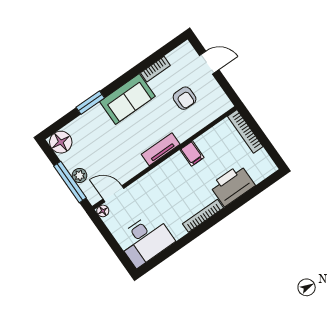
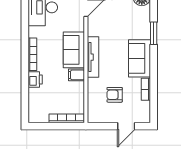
tv unit: (161, 149) -> (93, 57), width x1.41
sofa: (167, 175) -> (74, 50), added
printer: (232, 185) -> (35, 80), width x0.53, depth x0.68

